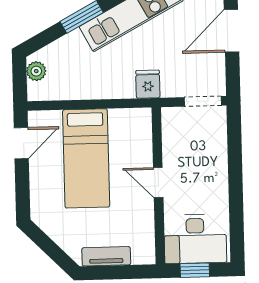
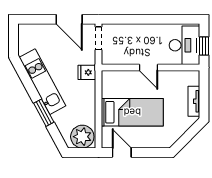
door: (232, 31) -> (69, 19), moved
plant: (36, 71) -> (82, 137), width x1.87, depth x1.87
door: (158, 182) -> (149, 68), hinge flipped

